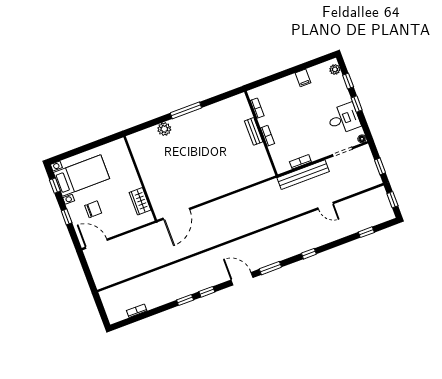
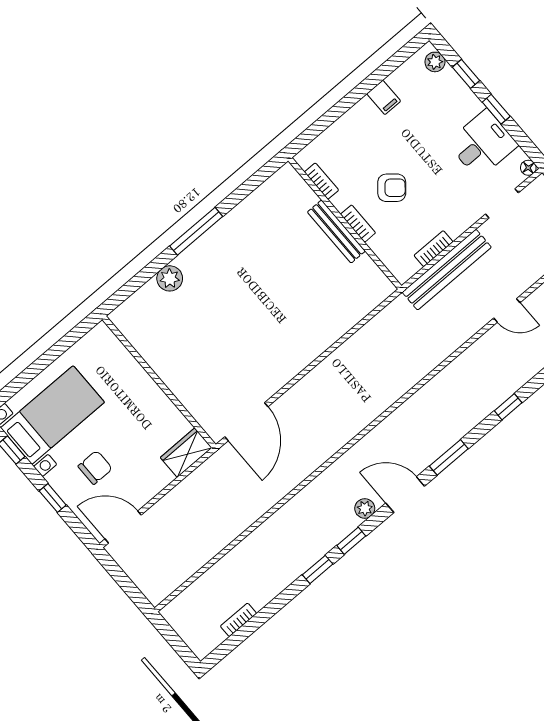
armchair: (291, 124) -> (392, 188), added
bench: (254, 131) -> (336, 232), width x1.36
wardrobe: (140, 201) -> (186, 453), moved, turned 90
plant: (219, 278) -> (365, 508), added

